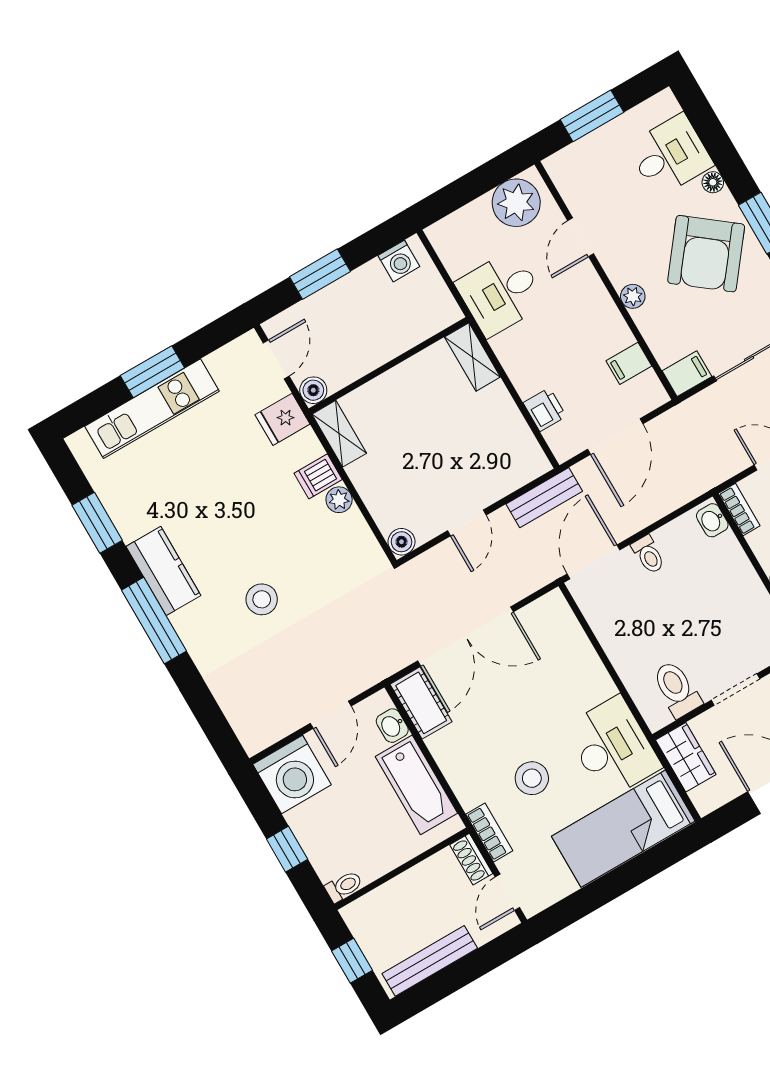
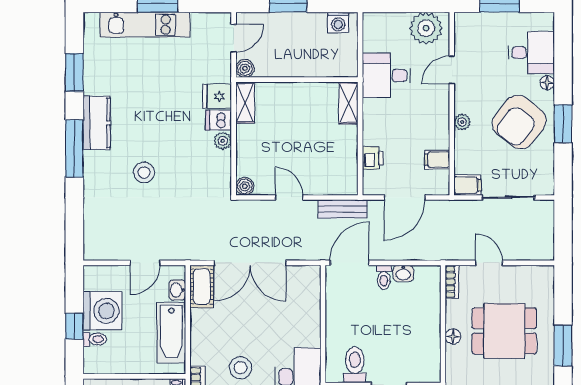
fridge: (283, 419) -> (217, 96), moved
washbasin: (712, 520) -> (403, 273), moved, turned -90
door: (467, 523) -> (289, 197), swing flipped
washing machine: (292, 774) -> (102, 311), moved, turned -90
toilet: (344, 886) -> (95, 339), moved

